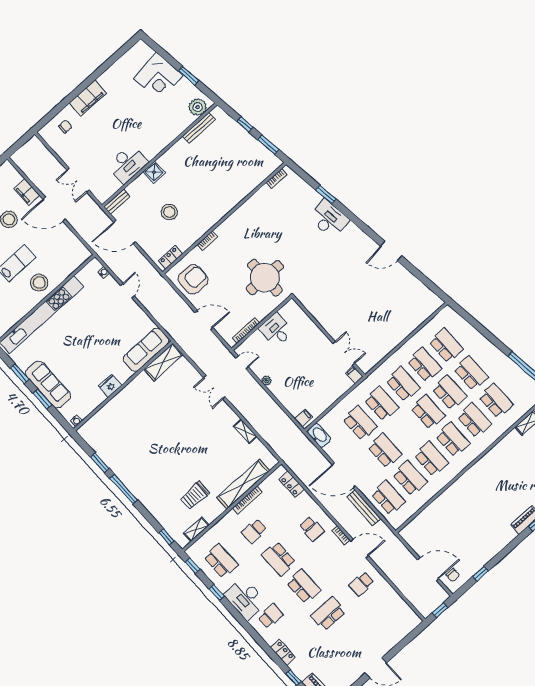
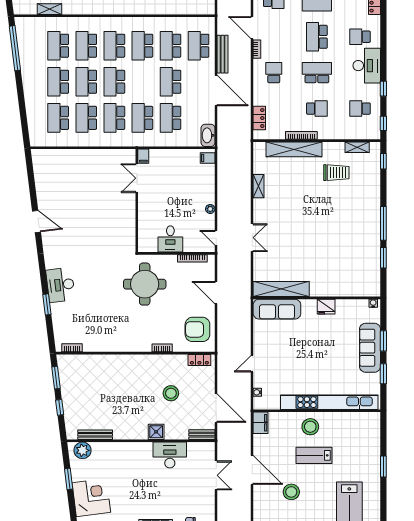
filing cabinet: (27, 192) -> (261, 423), moved
shelving: (164, 362) -> (281, 289), width x1.47
school desk: (279, 559) -> (317, 73), turned -90
school desk: (221, 561) -> (360, 109), width x0.54

